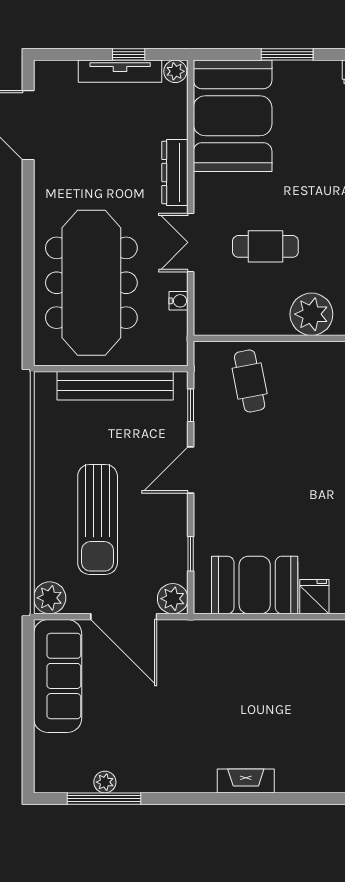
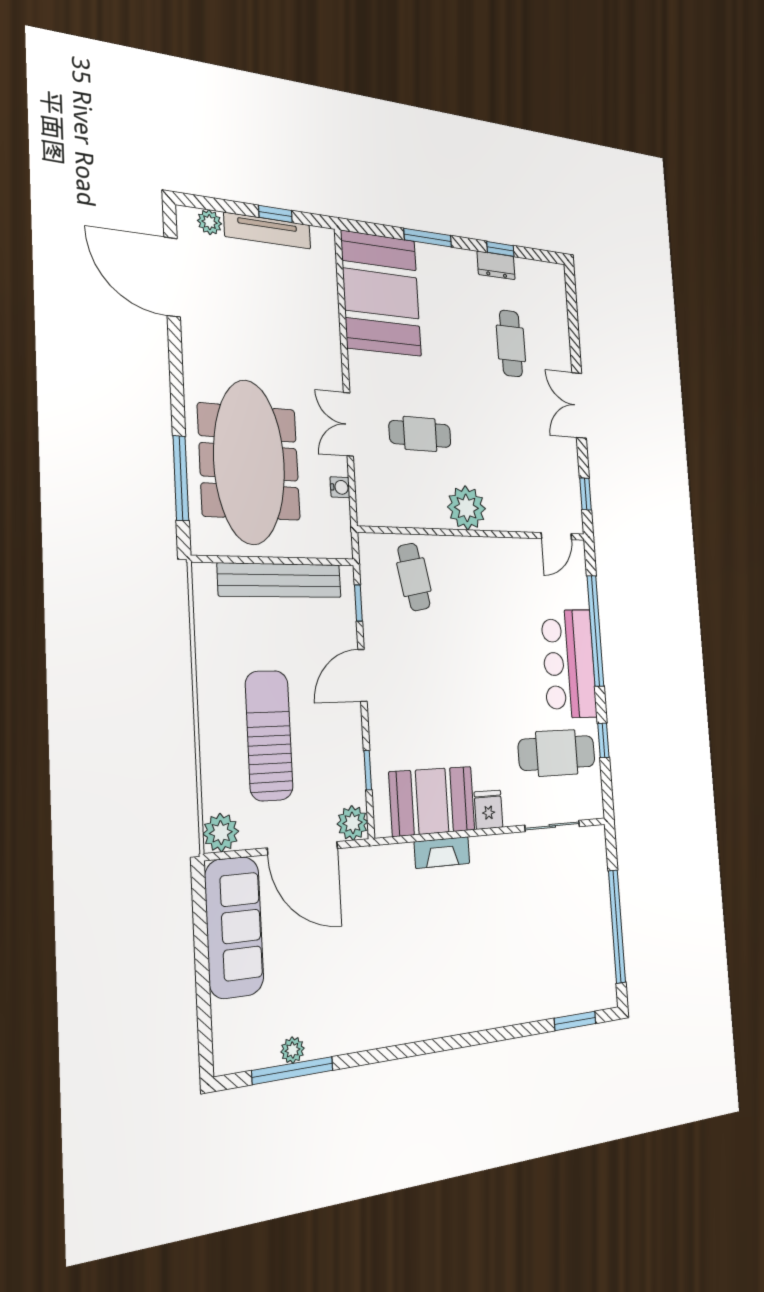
plant: (175, 71) -> (210, 222), moved
dresser: (175, 173) -> (329, 347), removed
window: (28, 300) -> (181, 478), added
sun lounger: (98, 519) -> (269, 736), turned 180
fireplace: (246, 781) -> (442, 853), moved, turned 180

